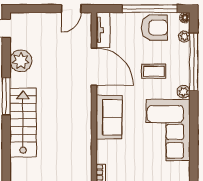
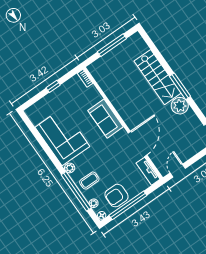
plant: (21, 61) -> (180, 106), moved
door: (94, 67) -> (138, 144), swing flipped
coffee table: (154, 71) -> (89, 181), moved

